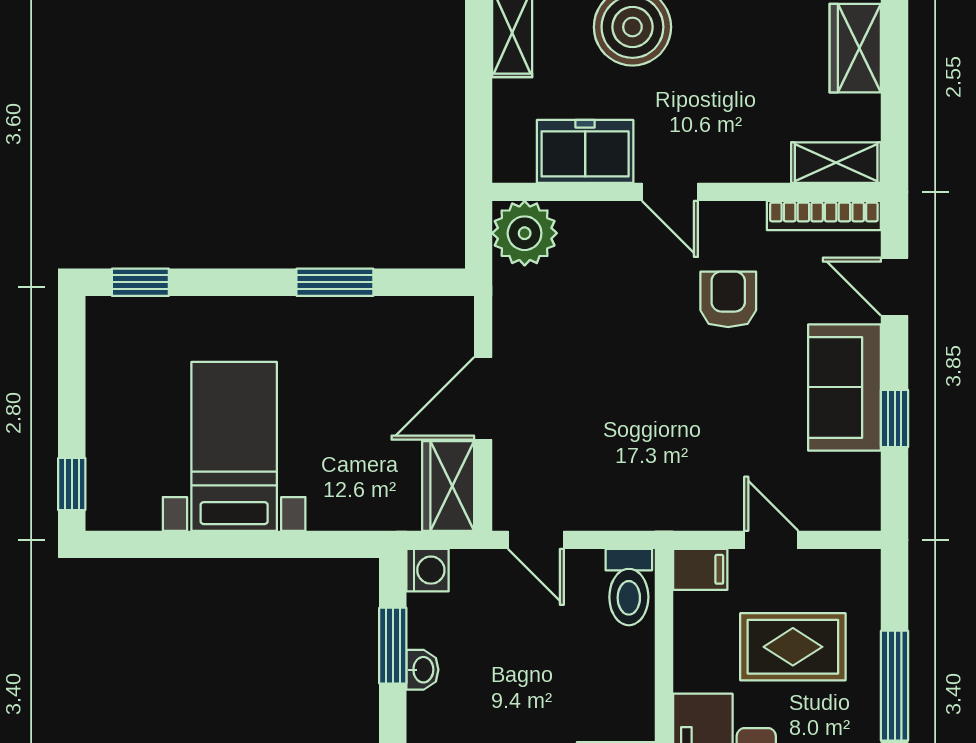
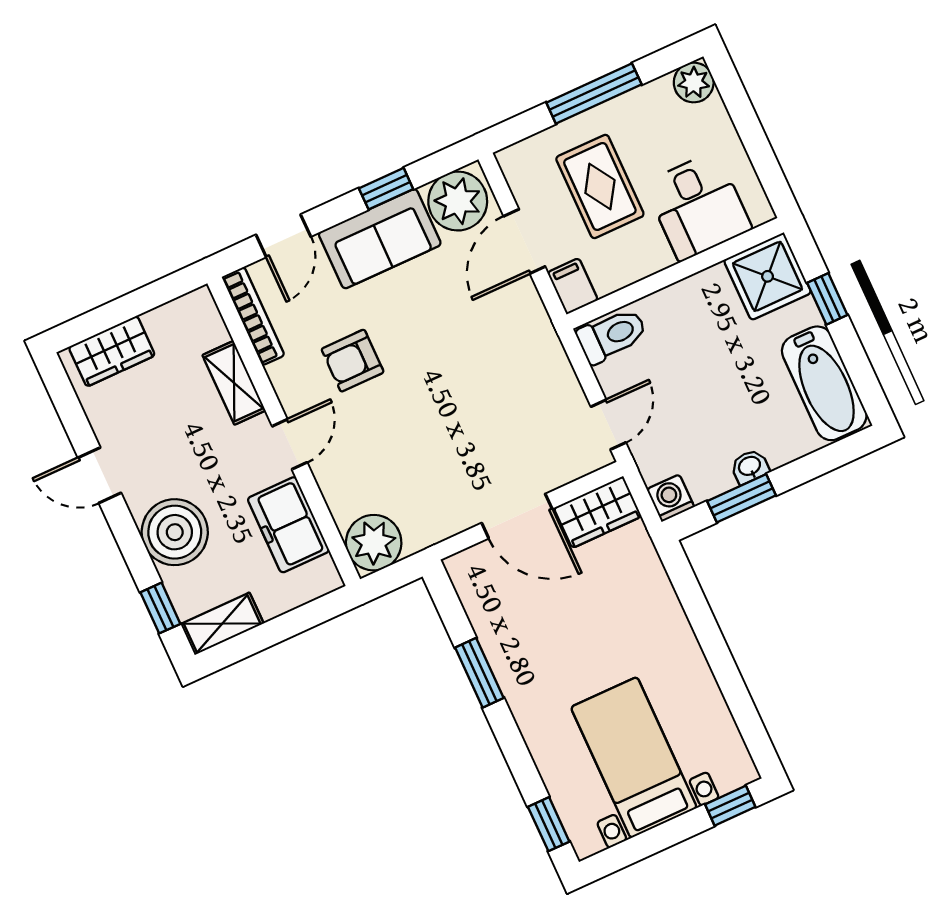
shelving: (836, 163) -> (234, 383), moved
bed with nightstands: (234, 446) -> (634, 758), moved, turned 90
plant: (847, 489) -> (458, 201), added
door: (771, 540) -> (524, 241), width x1.38

